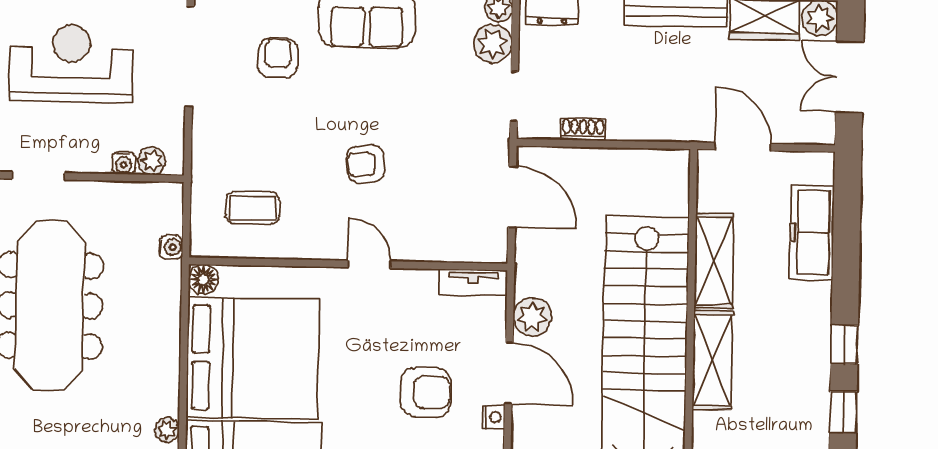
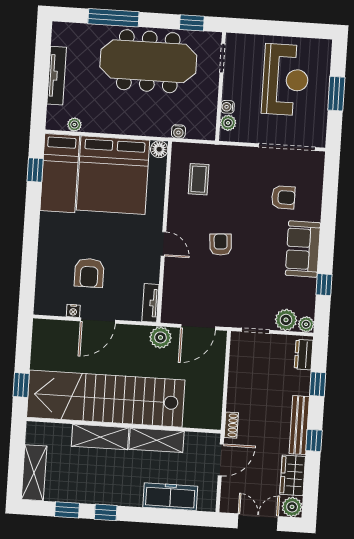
shoe rack: (583, 129) -> (231, 425), moved
door: (369, 264) -> (163, 244), hinge flipped
plant: (532, 317) -> (160, 337), moved

